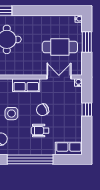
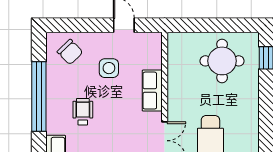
chair: (43, 110) -> (115, 116), removed

